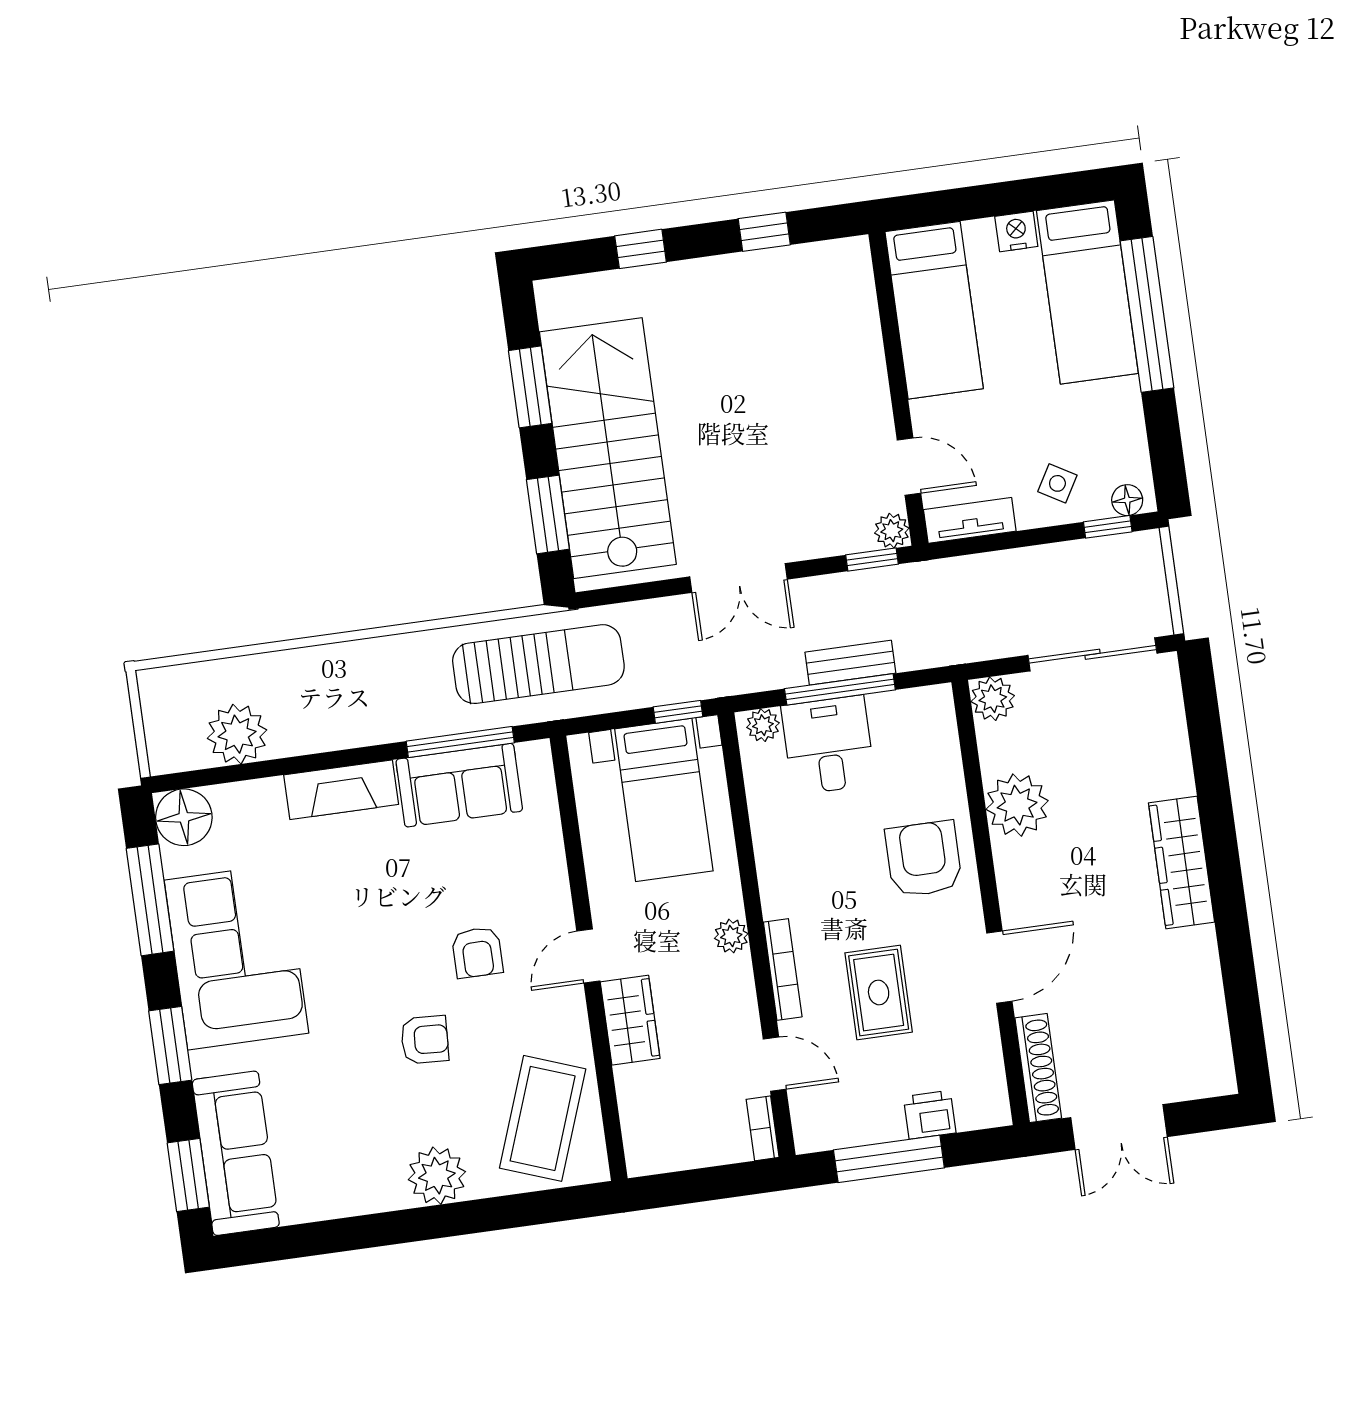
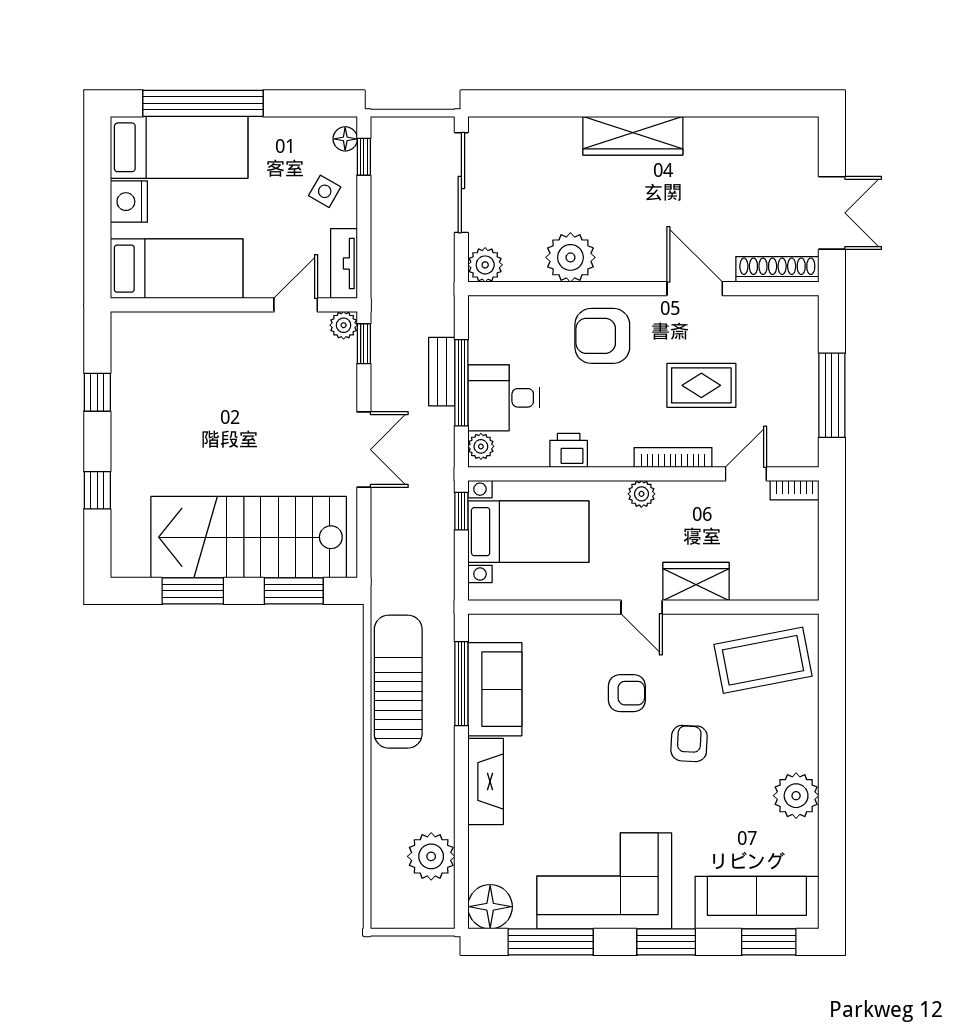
nightstand: (1016, 231) -> (129, 202), width x1.36, depth x1.33
sun lounger: (538, 664) -> (398, 682), moved
printer: (930, 1115) -> (569, 450), moved, turned 90
coffee table: (543, 1118) -> (763, 660), turned -31
plant: (437, 1176) -> (796, 796), moved

